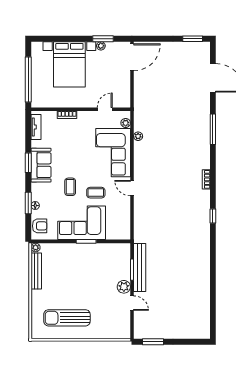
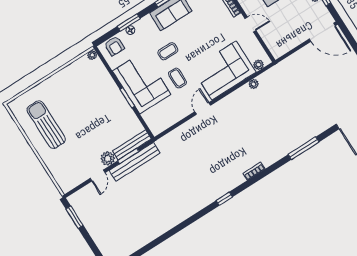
door: (105, 109) -> (250, 24), moved
bench: (36, 271) -> (132, 145), moved

